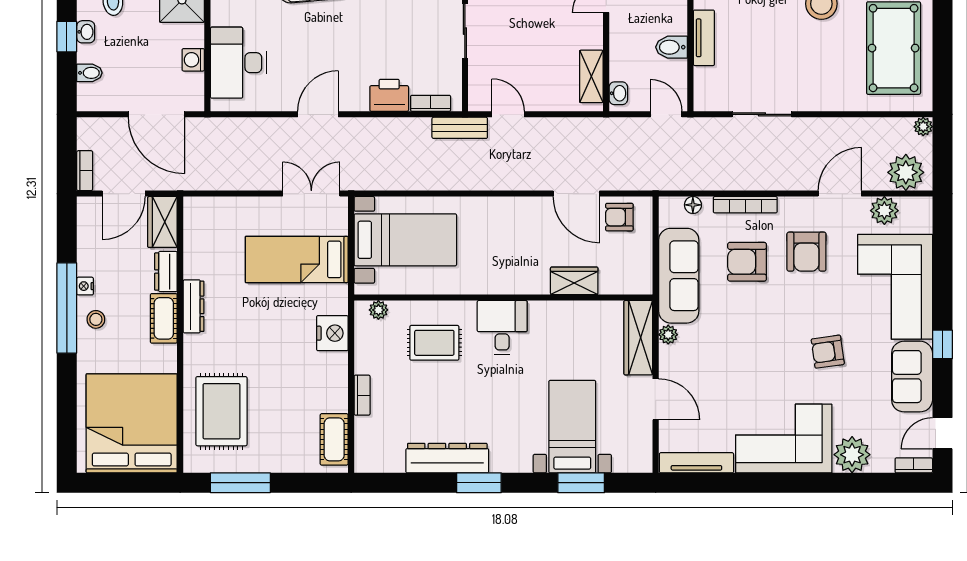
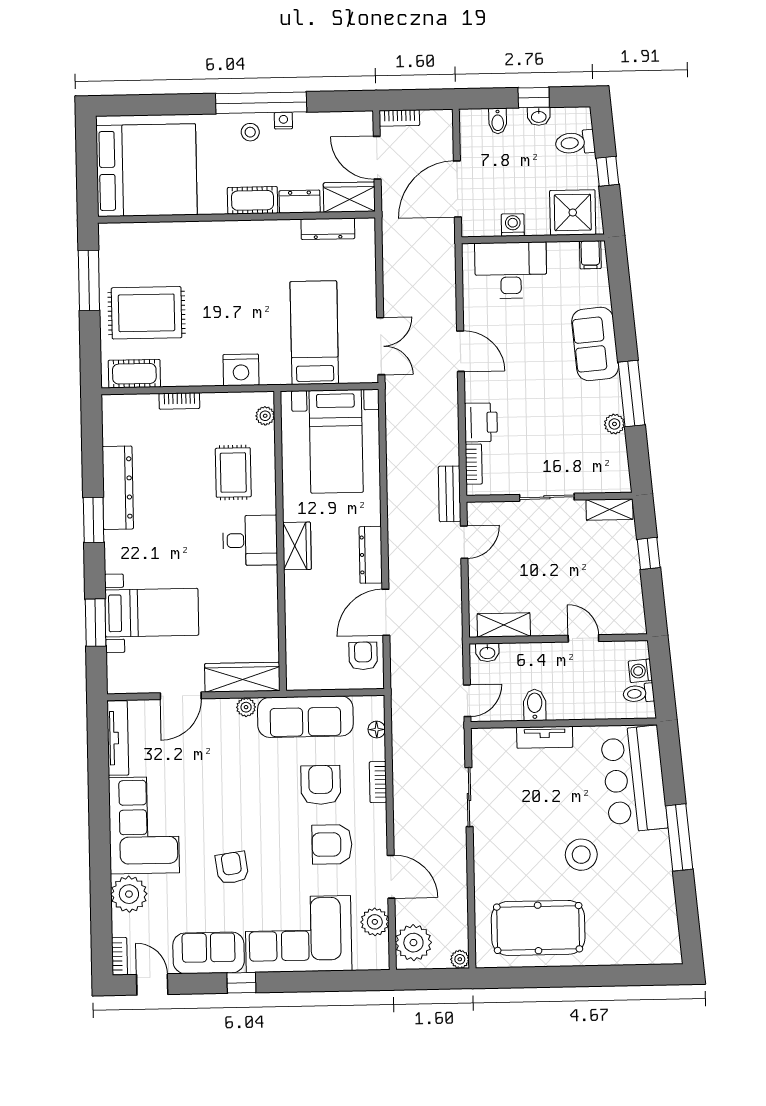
bookcase: (745, 205) -> (378, 782), width x0.64
dresser: (519, 208) -> (371, 555), added
wardrobe: (574, 281) -> (297, 546), moved
dresser: (194, 306) -> (328, 229), moved
rug: (221, 411) -> (147, 313), moved

